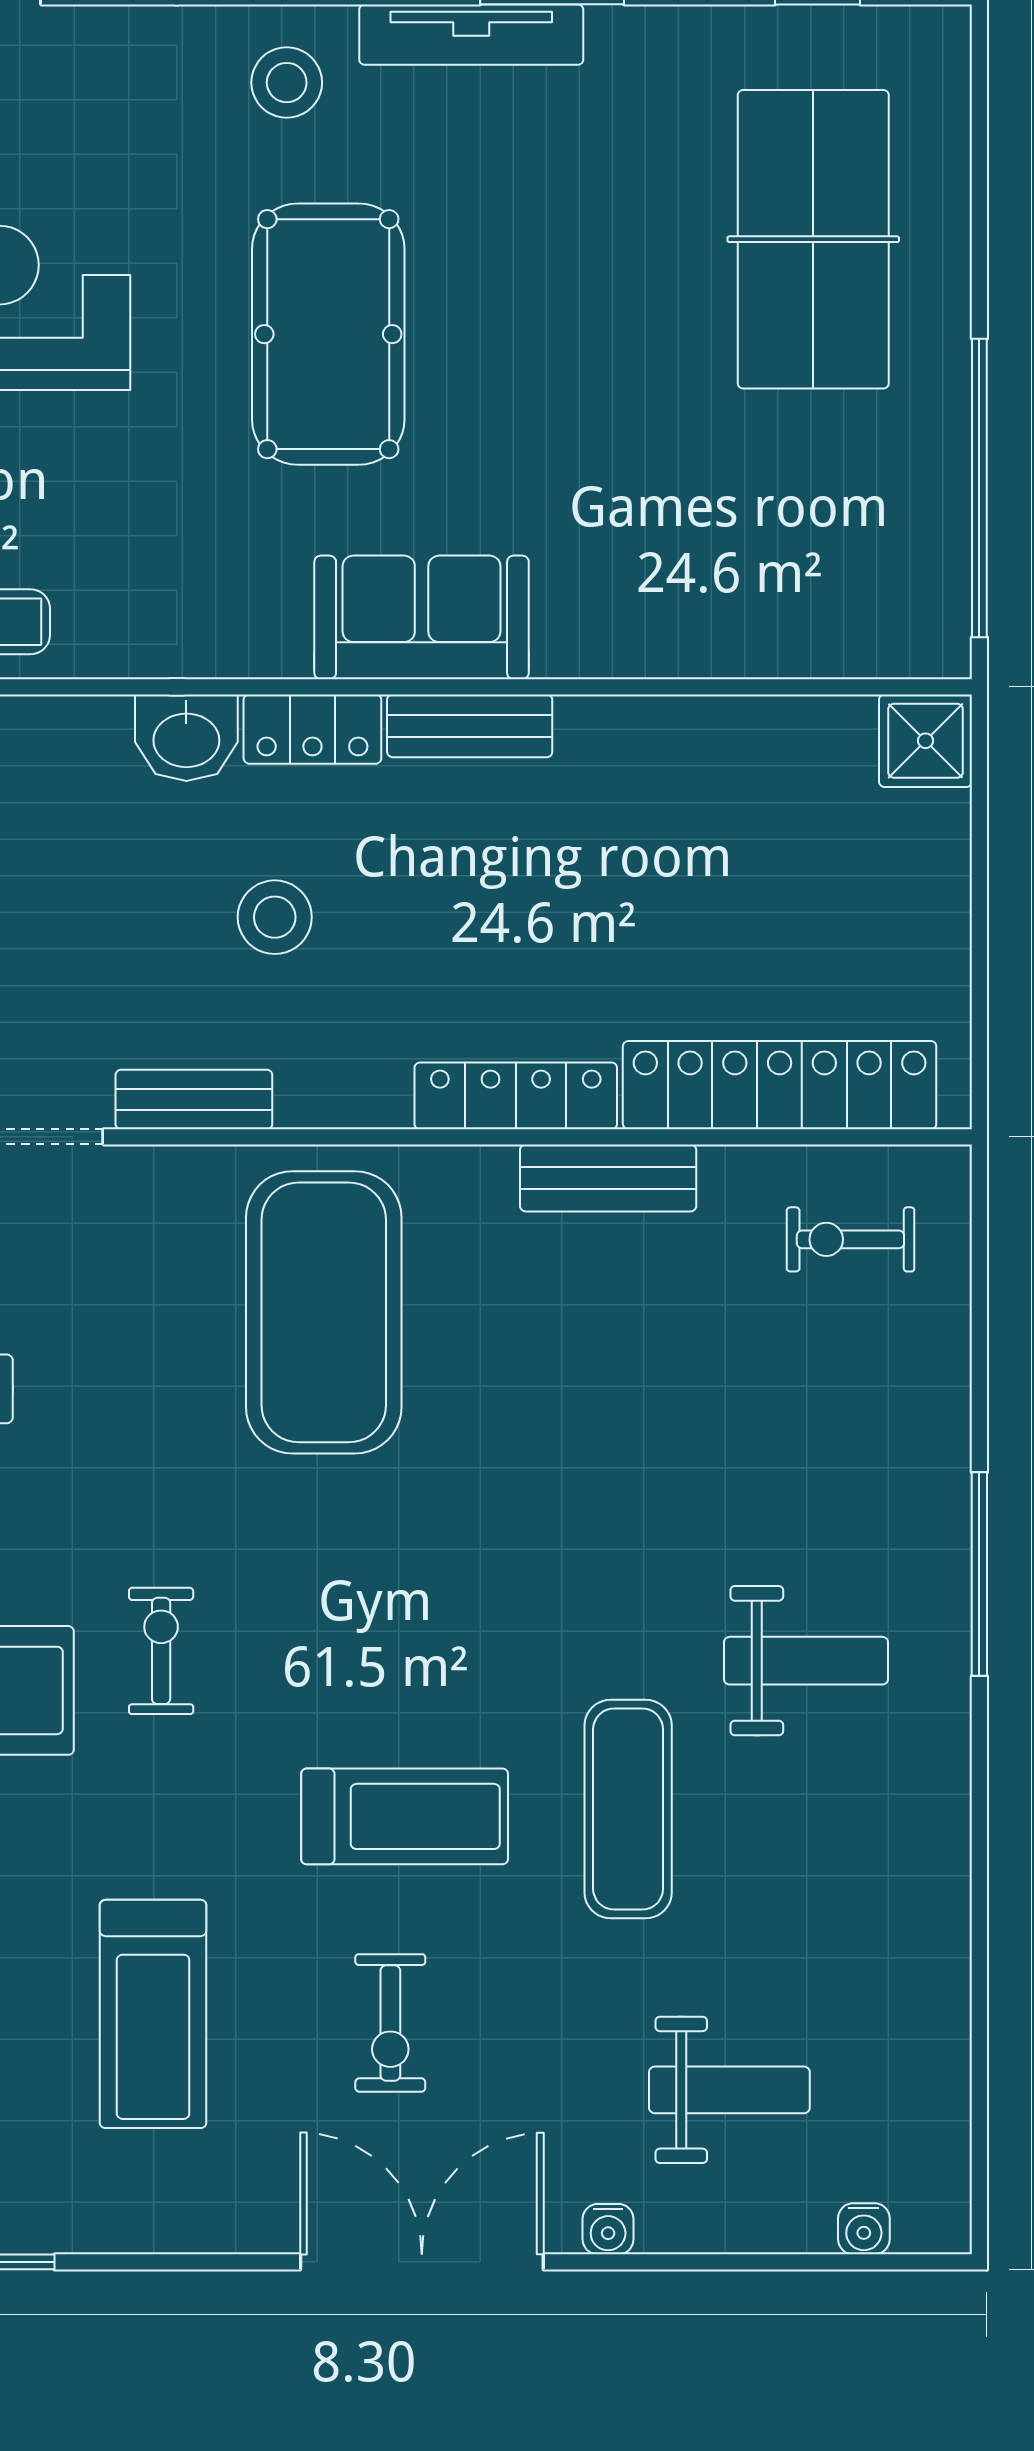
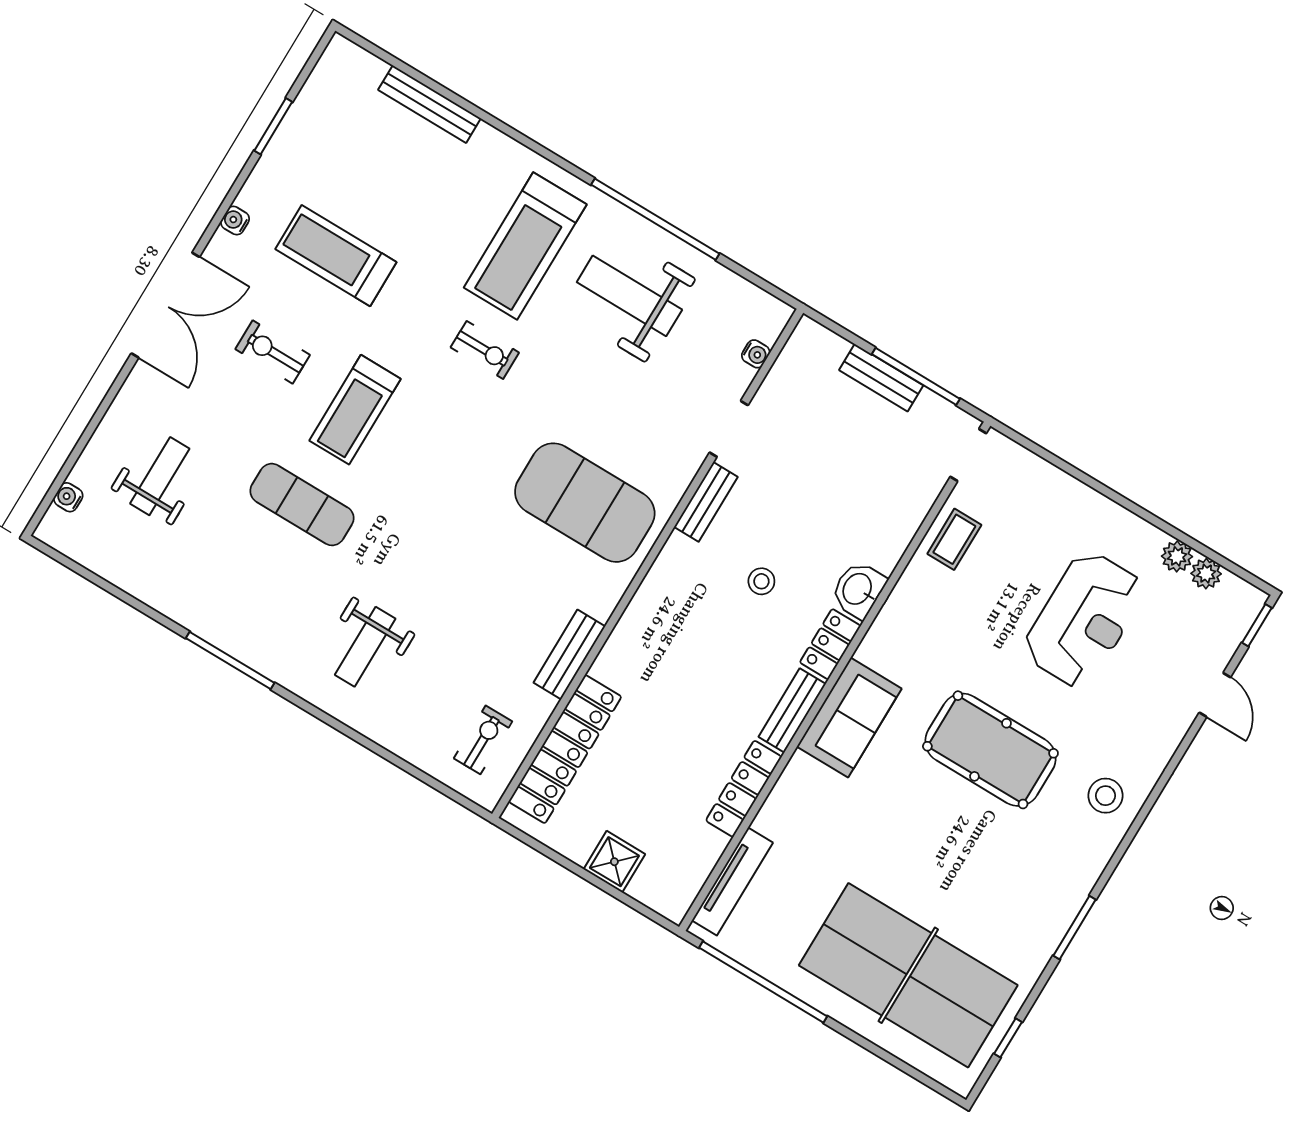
tv unit: (471, 35) -> (732, 882), moved, turned 180
table tennis table: (813, 239) -> (908, 975), width x1.36, depth x1.32
shower: (926, 741) -> (614, 862), moved
stool: (275, 917) -> (761, 581), width x0.73, depth x0.73
locker: (516, 1096) -> (744, 789), moved, turned 180
window: (979, 1574) -> (230, 660), moved
weight bench: (806, 1661) -> (365, 647), moved
weight bench: (729, 2090) -> (160, 476), turned 180
water cooler: (608, 2229) -> (235, 221), moved

